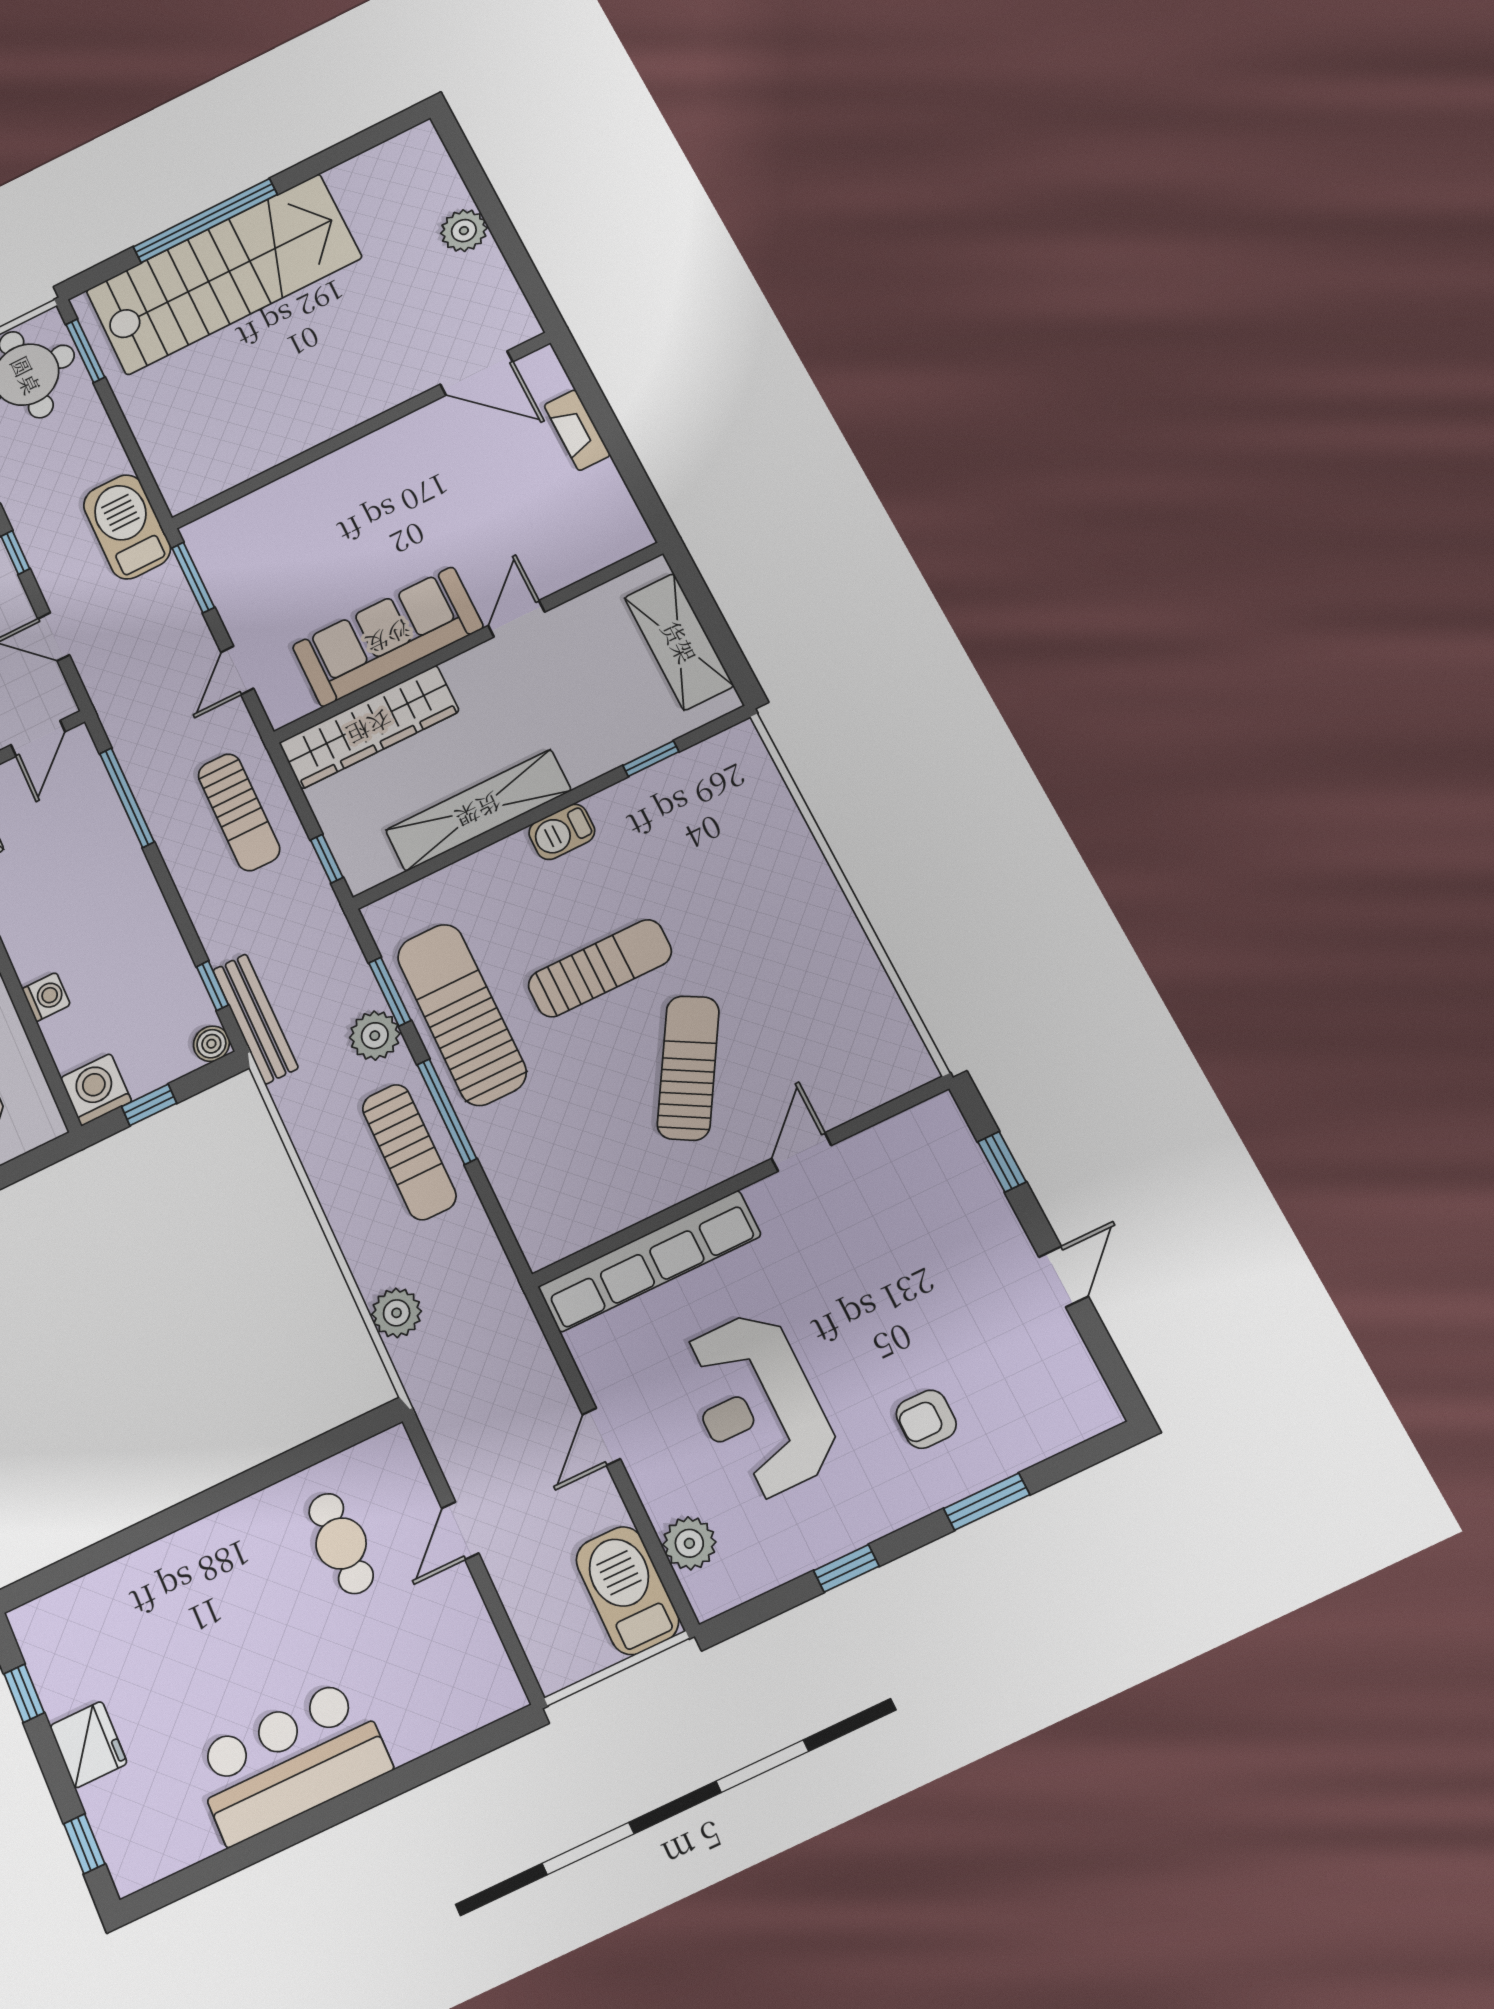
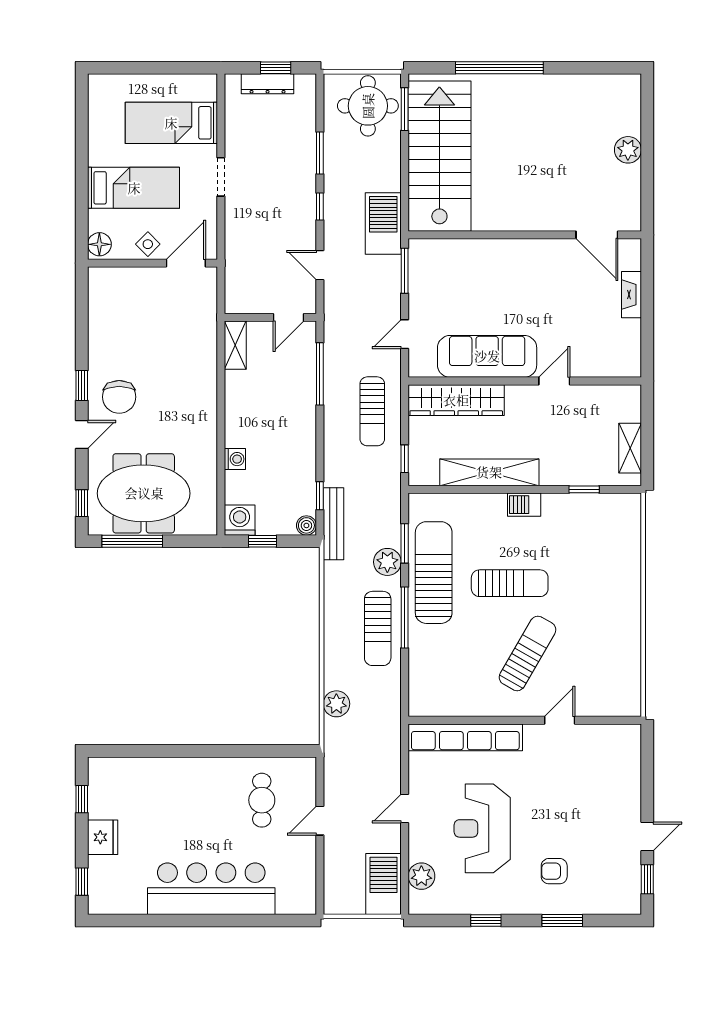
stairs: (223, 274) -> (439, 156), moved, turned -90
shelving: (679, 642) -> (630, 448), width x0.67, depth x0.75
window: (1002, 1162) -> (647, 879), moved
bar counter: (291, 1761) -> (211, 889), width x1.36

